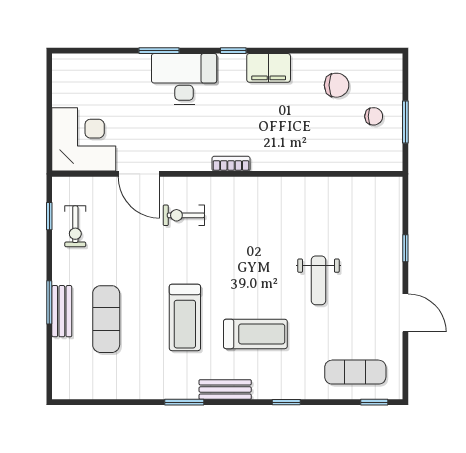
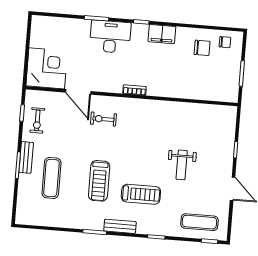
chair: (374, 116) -> (225, 42), moved
bench: (62, 311) -> (26, 157), moved

